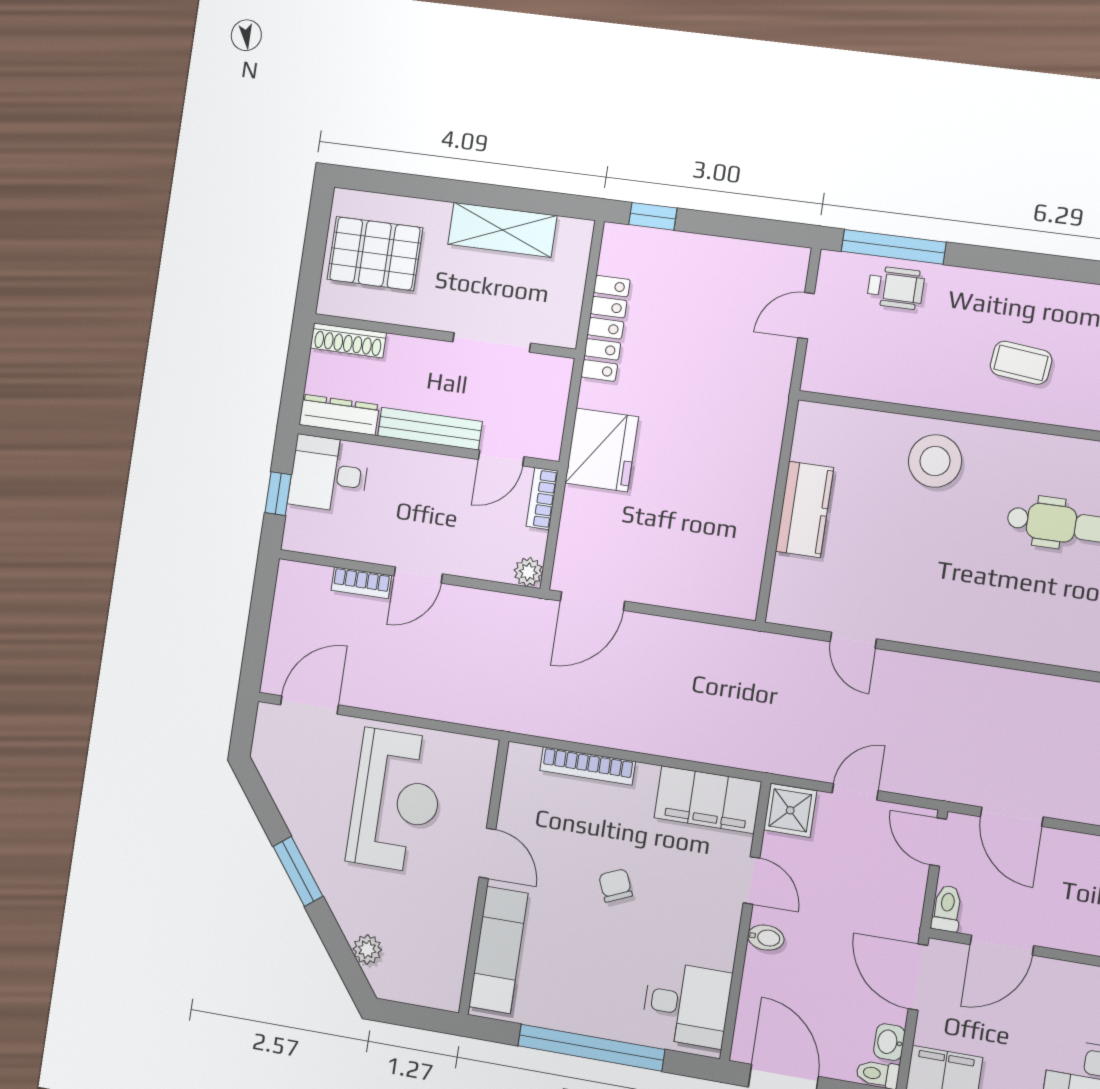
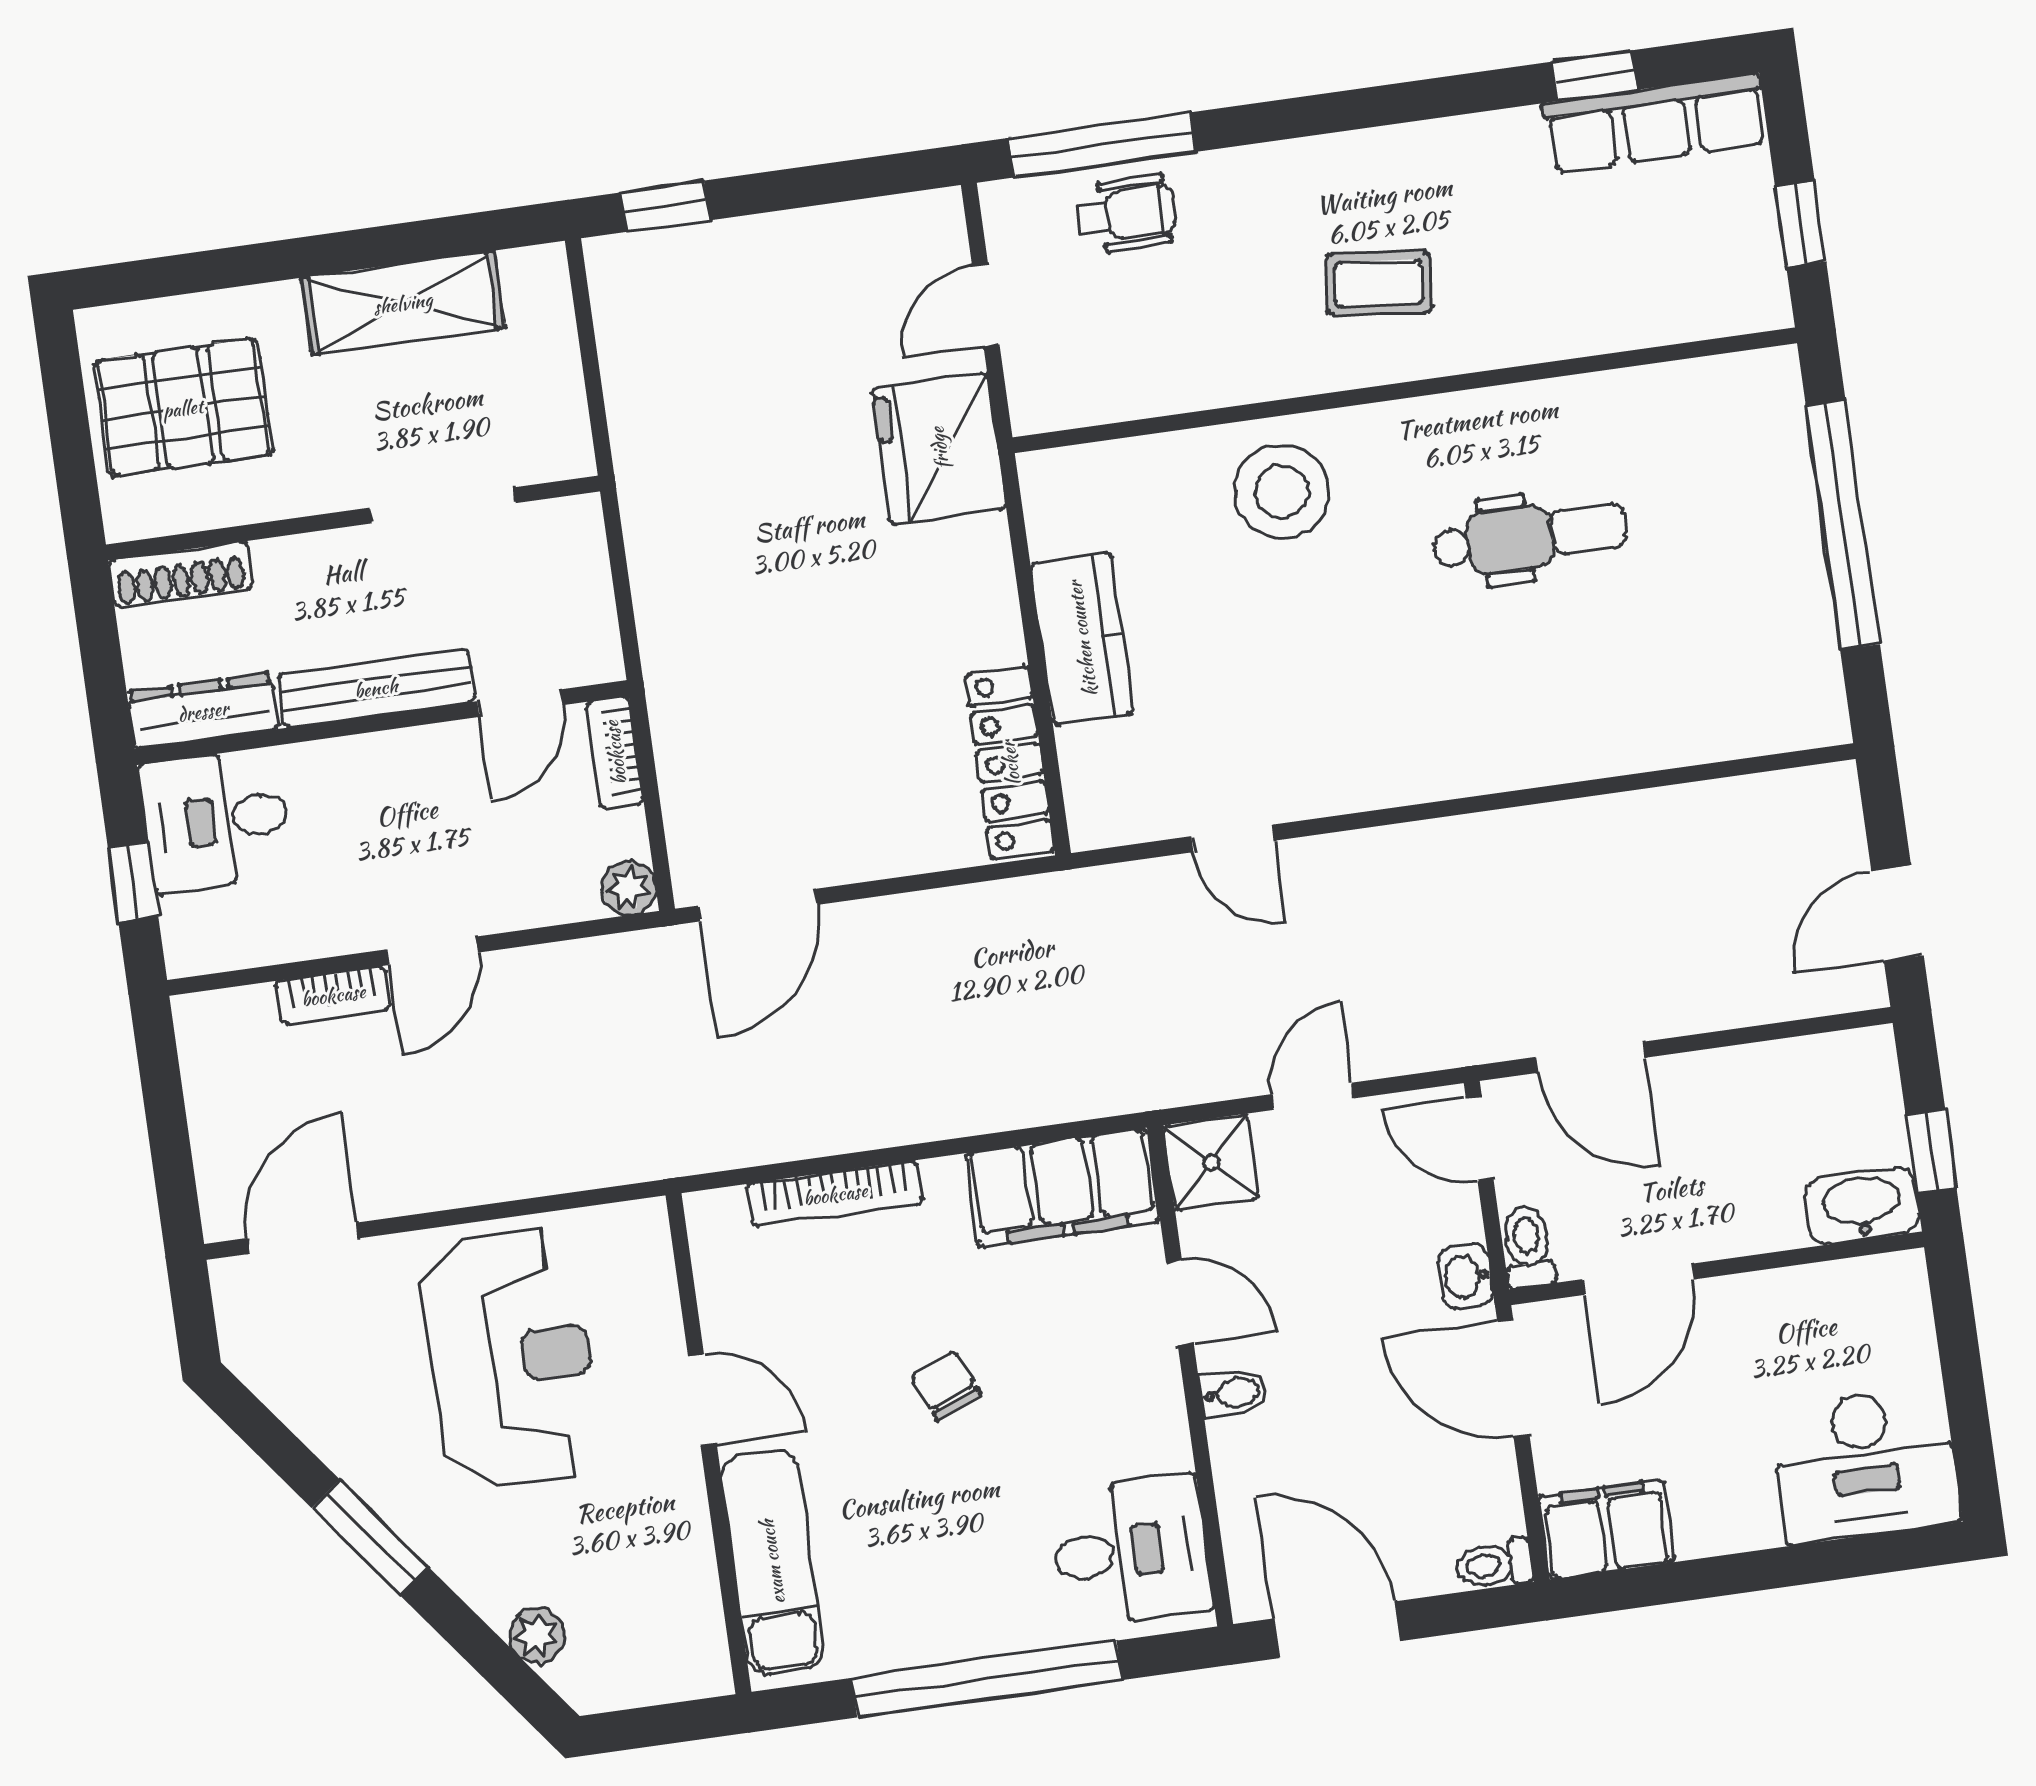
locker: (605, 328) -> (1010, 763), moved, turned 180
fridge: (602, 450) -> (939, 448), moved, turned 180
washbasin: (889, 1042) -> (1466, 1277), moved

